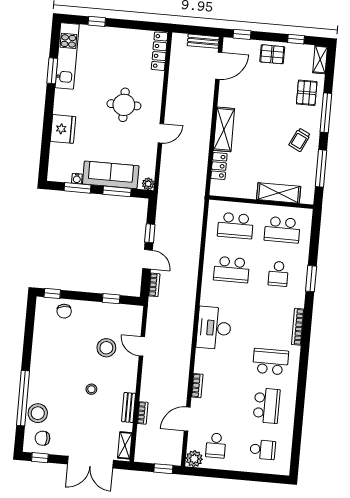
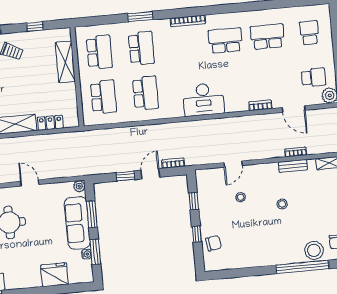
fridge: (63, 129) -> (54, 275), moved
window: (321, 168) -> (35, 26), width x0.46
school desk: (278, 274) -> (141, 48), width x1.85
window: (52, 293) -> (197, 234), moved
stool: (106, 348) -> (241, 197), width x0.53, depth x0.53
school desk: (270, 362) -> (225, 40), turned 90

